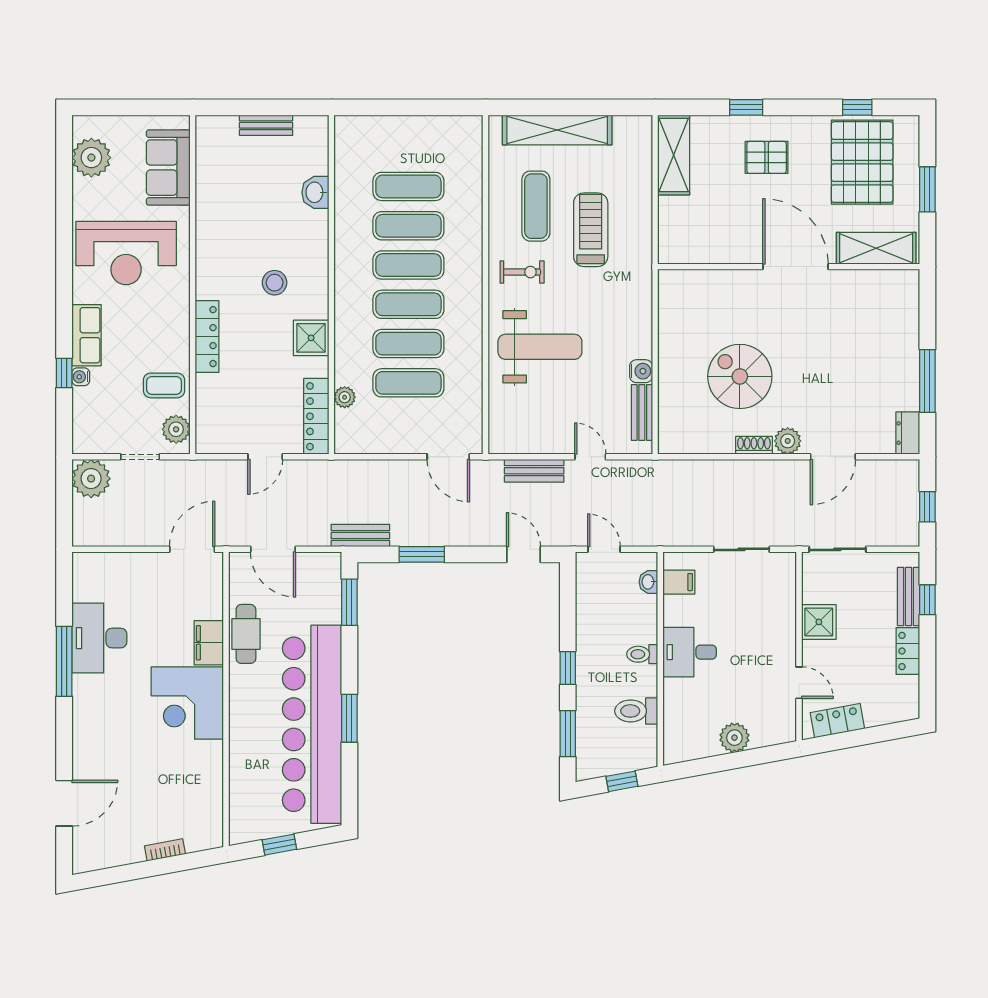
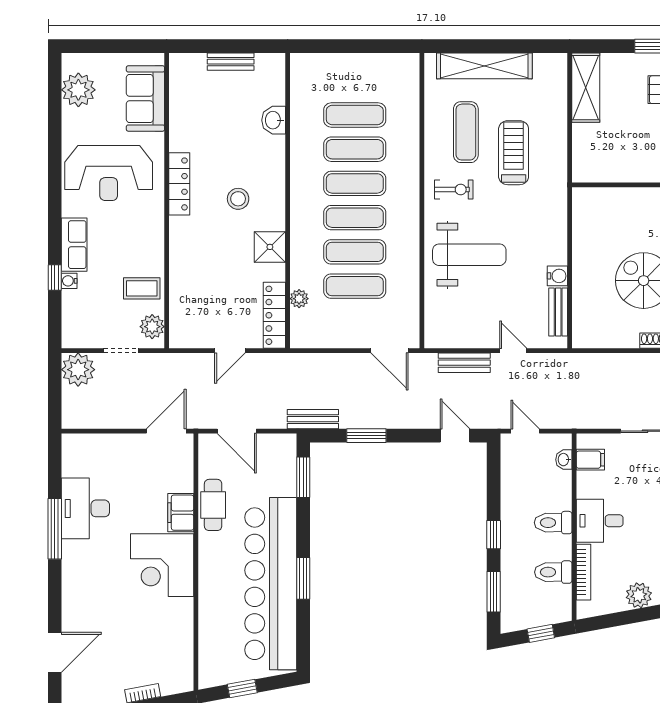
locker: (207, 337) -> (179, 184), moved
toilet: (642, 654) -> (553, 523), width x1.37, depth x1.39
bookcase: (671, 711) -> (584, 572), added

